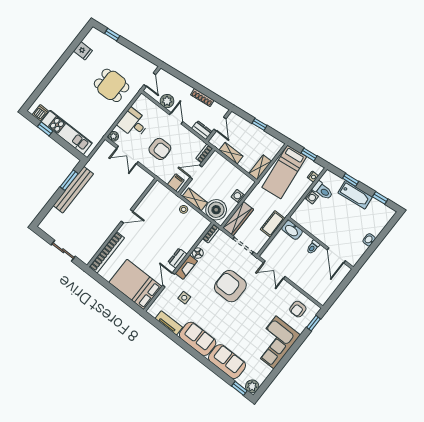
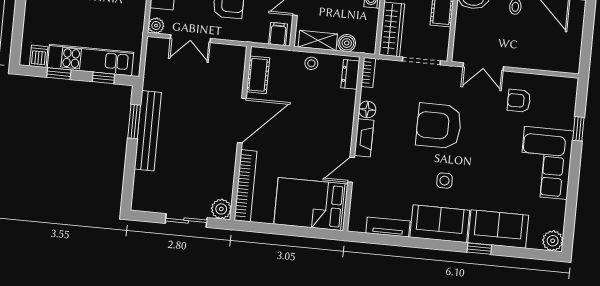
window: (68, 146) -> (103, 78), added
cot: (151, 197) -> (258, 75), added
boiler: (216, 210) -> (347, 43), width x0.54, depth x0.54
door: (127, 216) -> (242, 120), width x1.88
plant: (86, 257) -> (221, 209), added
dresser: (177, 258) -> (350, 74), moved
door: (169, 280) -> (351, 170), hinge flipped
side table: (184, 298) -> (445, 181), moved
armchair: (298, 309) -> (519, 101), moved, turned 90
window: (314, 323) -> (578, 129), moved
window: (239, 388) -> (479, 249), moved

